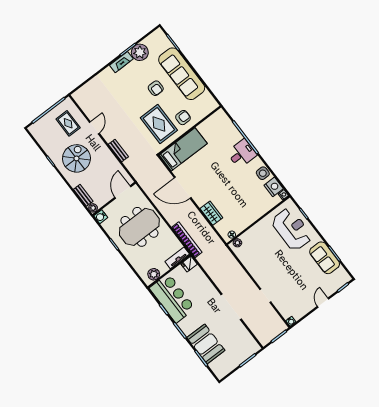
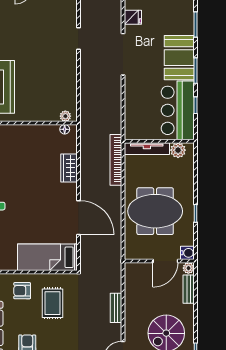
rug: (159, 124) -> (53, 303), width x0.73, depth x0.70
door: (123, 192) -> (165, 261), moved
tv unit: (177, 258) -> (147, 149), width x1.41
fridge: (189, 264) -> (133, 17), moved
booth: (206, 344) -> (179, 58), moved

